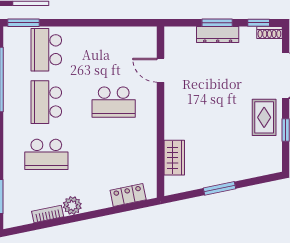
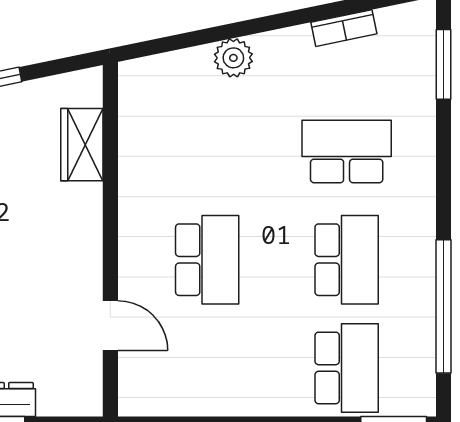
school desk: (114, 102) -> (207, 260), turned 90
locker: (128, 195) -> (177, 67), removed
plant: (72, 206) -> (233, 58), moved

